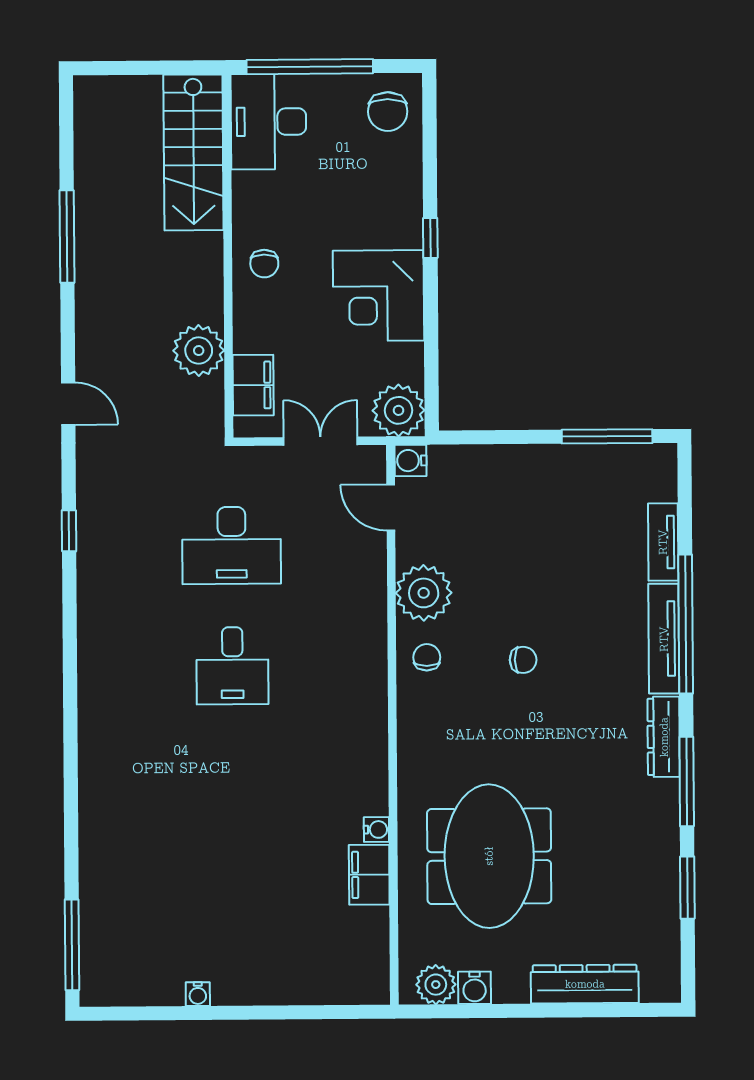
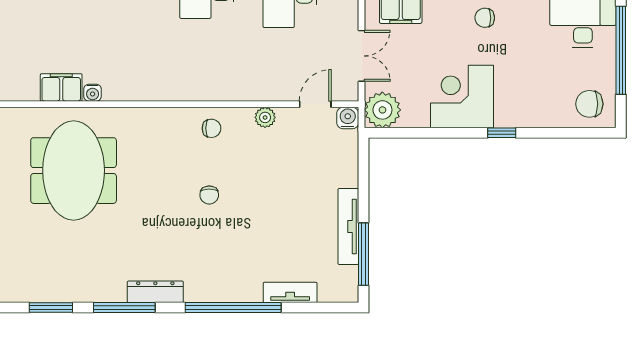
plant: (424, 593) -> (265, 117), width x0.53, depth x0.53
tv unit: (664, 639) -> (348, 226), moved, turned -90
meeting table: (489, 856) -> (74, 171), turned 90

